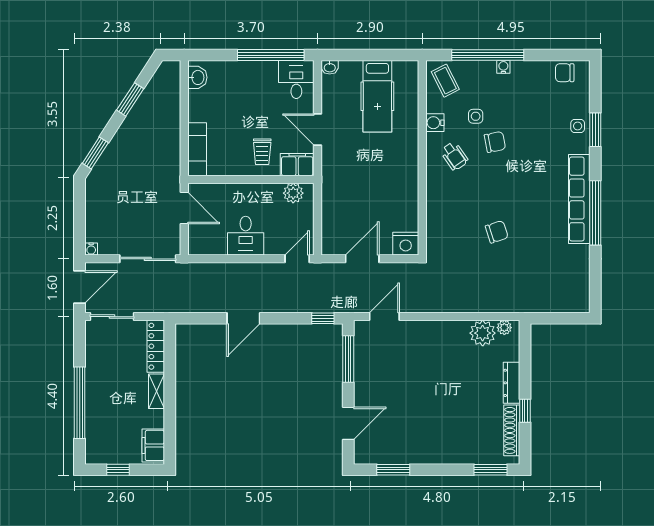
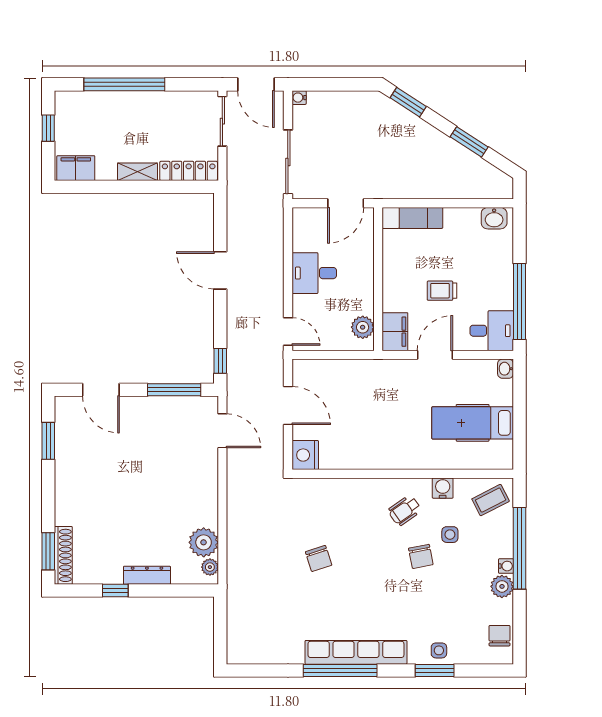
plant: (521, 70) -> (502, 586), added
trolley: (262, 152) -> (442, 291), moved
shoe rack: (512, 430) -> (63, 555), moved, turned 90

